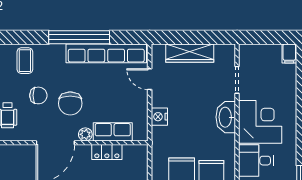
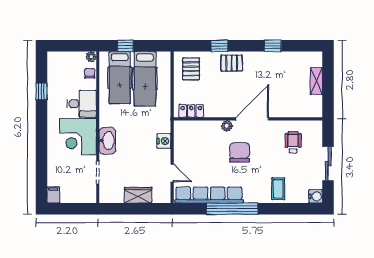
wardrobe: (190, 53) -> (138, 195), width x0.67
chair: (38, 95) -> (267, 159), removed
row of seats: (113, 132) -> (204, 128), removed
locker: (107, 152) -> (191, 111), moved

